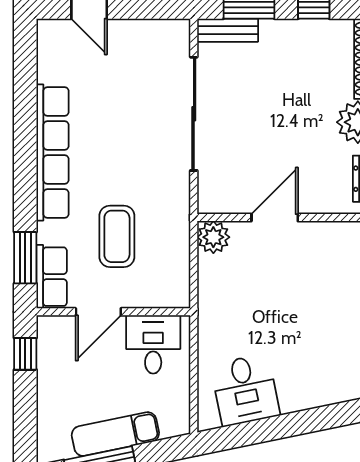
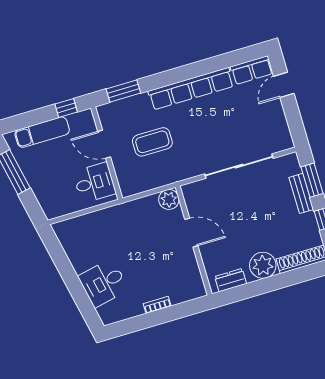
bench: (228, 30) -> (301, 193), moved
row of seats: (52, 277) -> (252, 70), moved
desk: (245, 390) -> (103, 283), moved
exam couch: (115, 434) -> (42, 132), moved, turned 102

